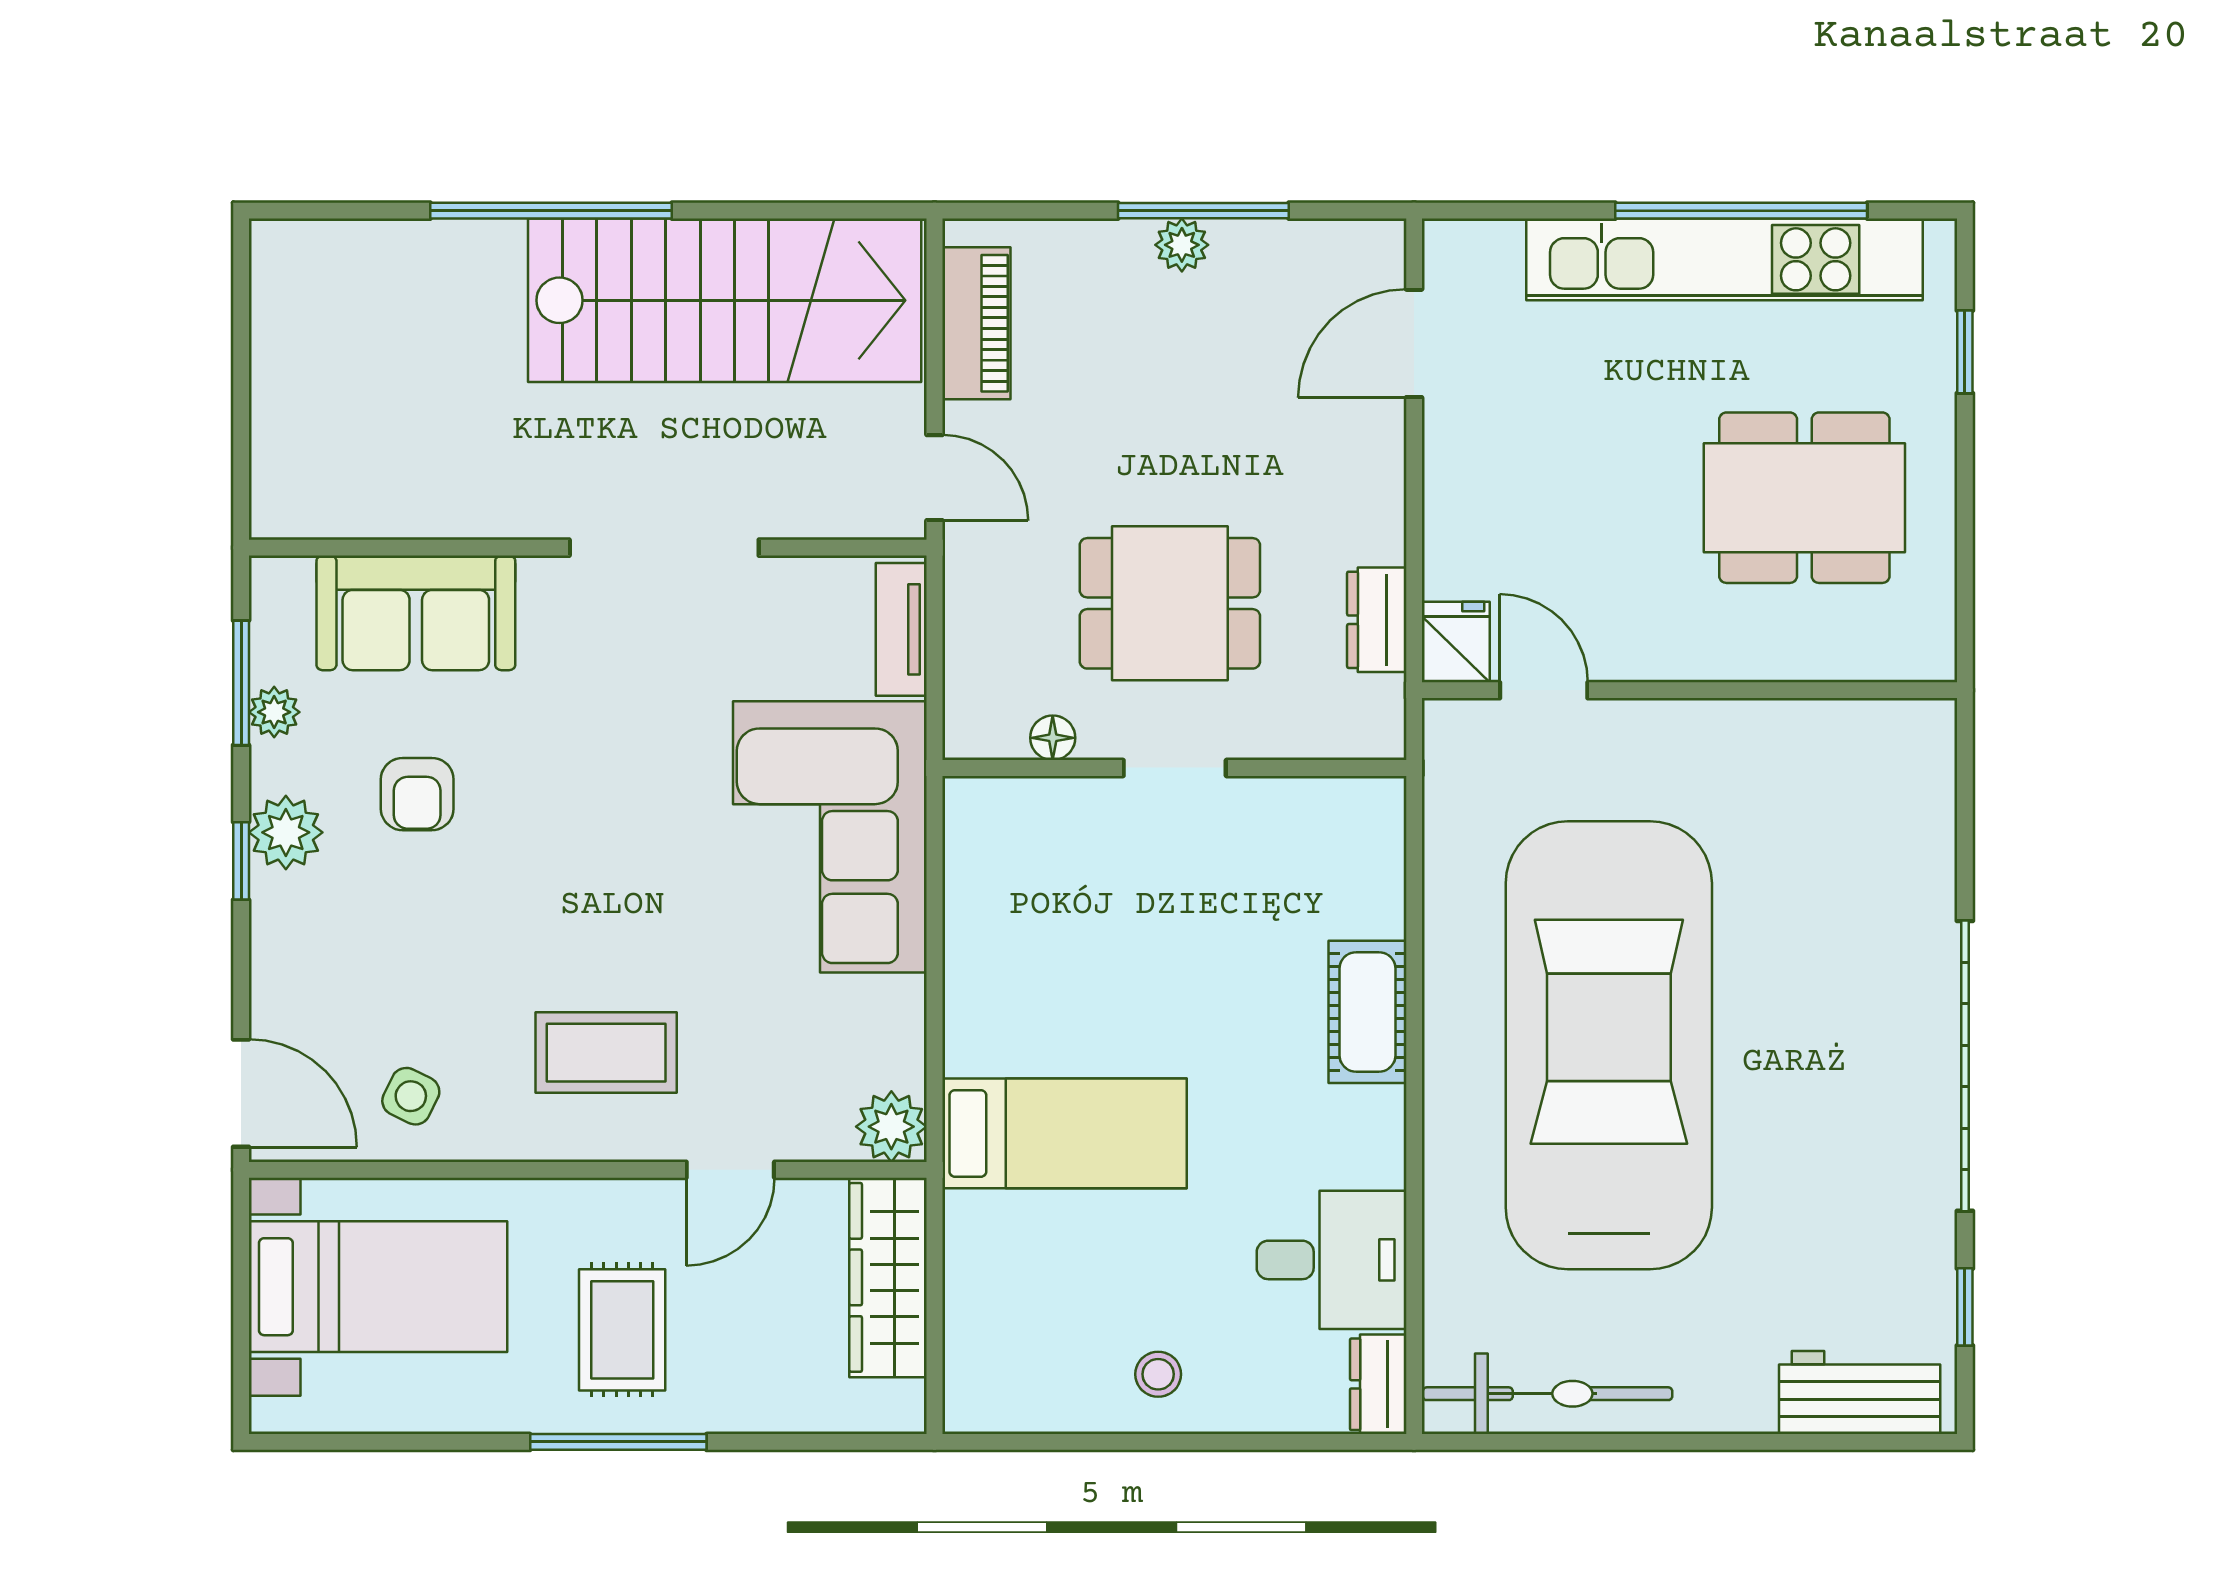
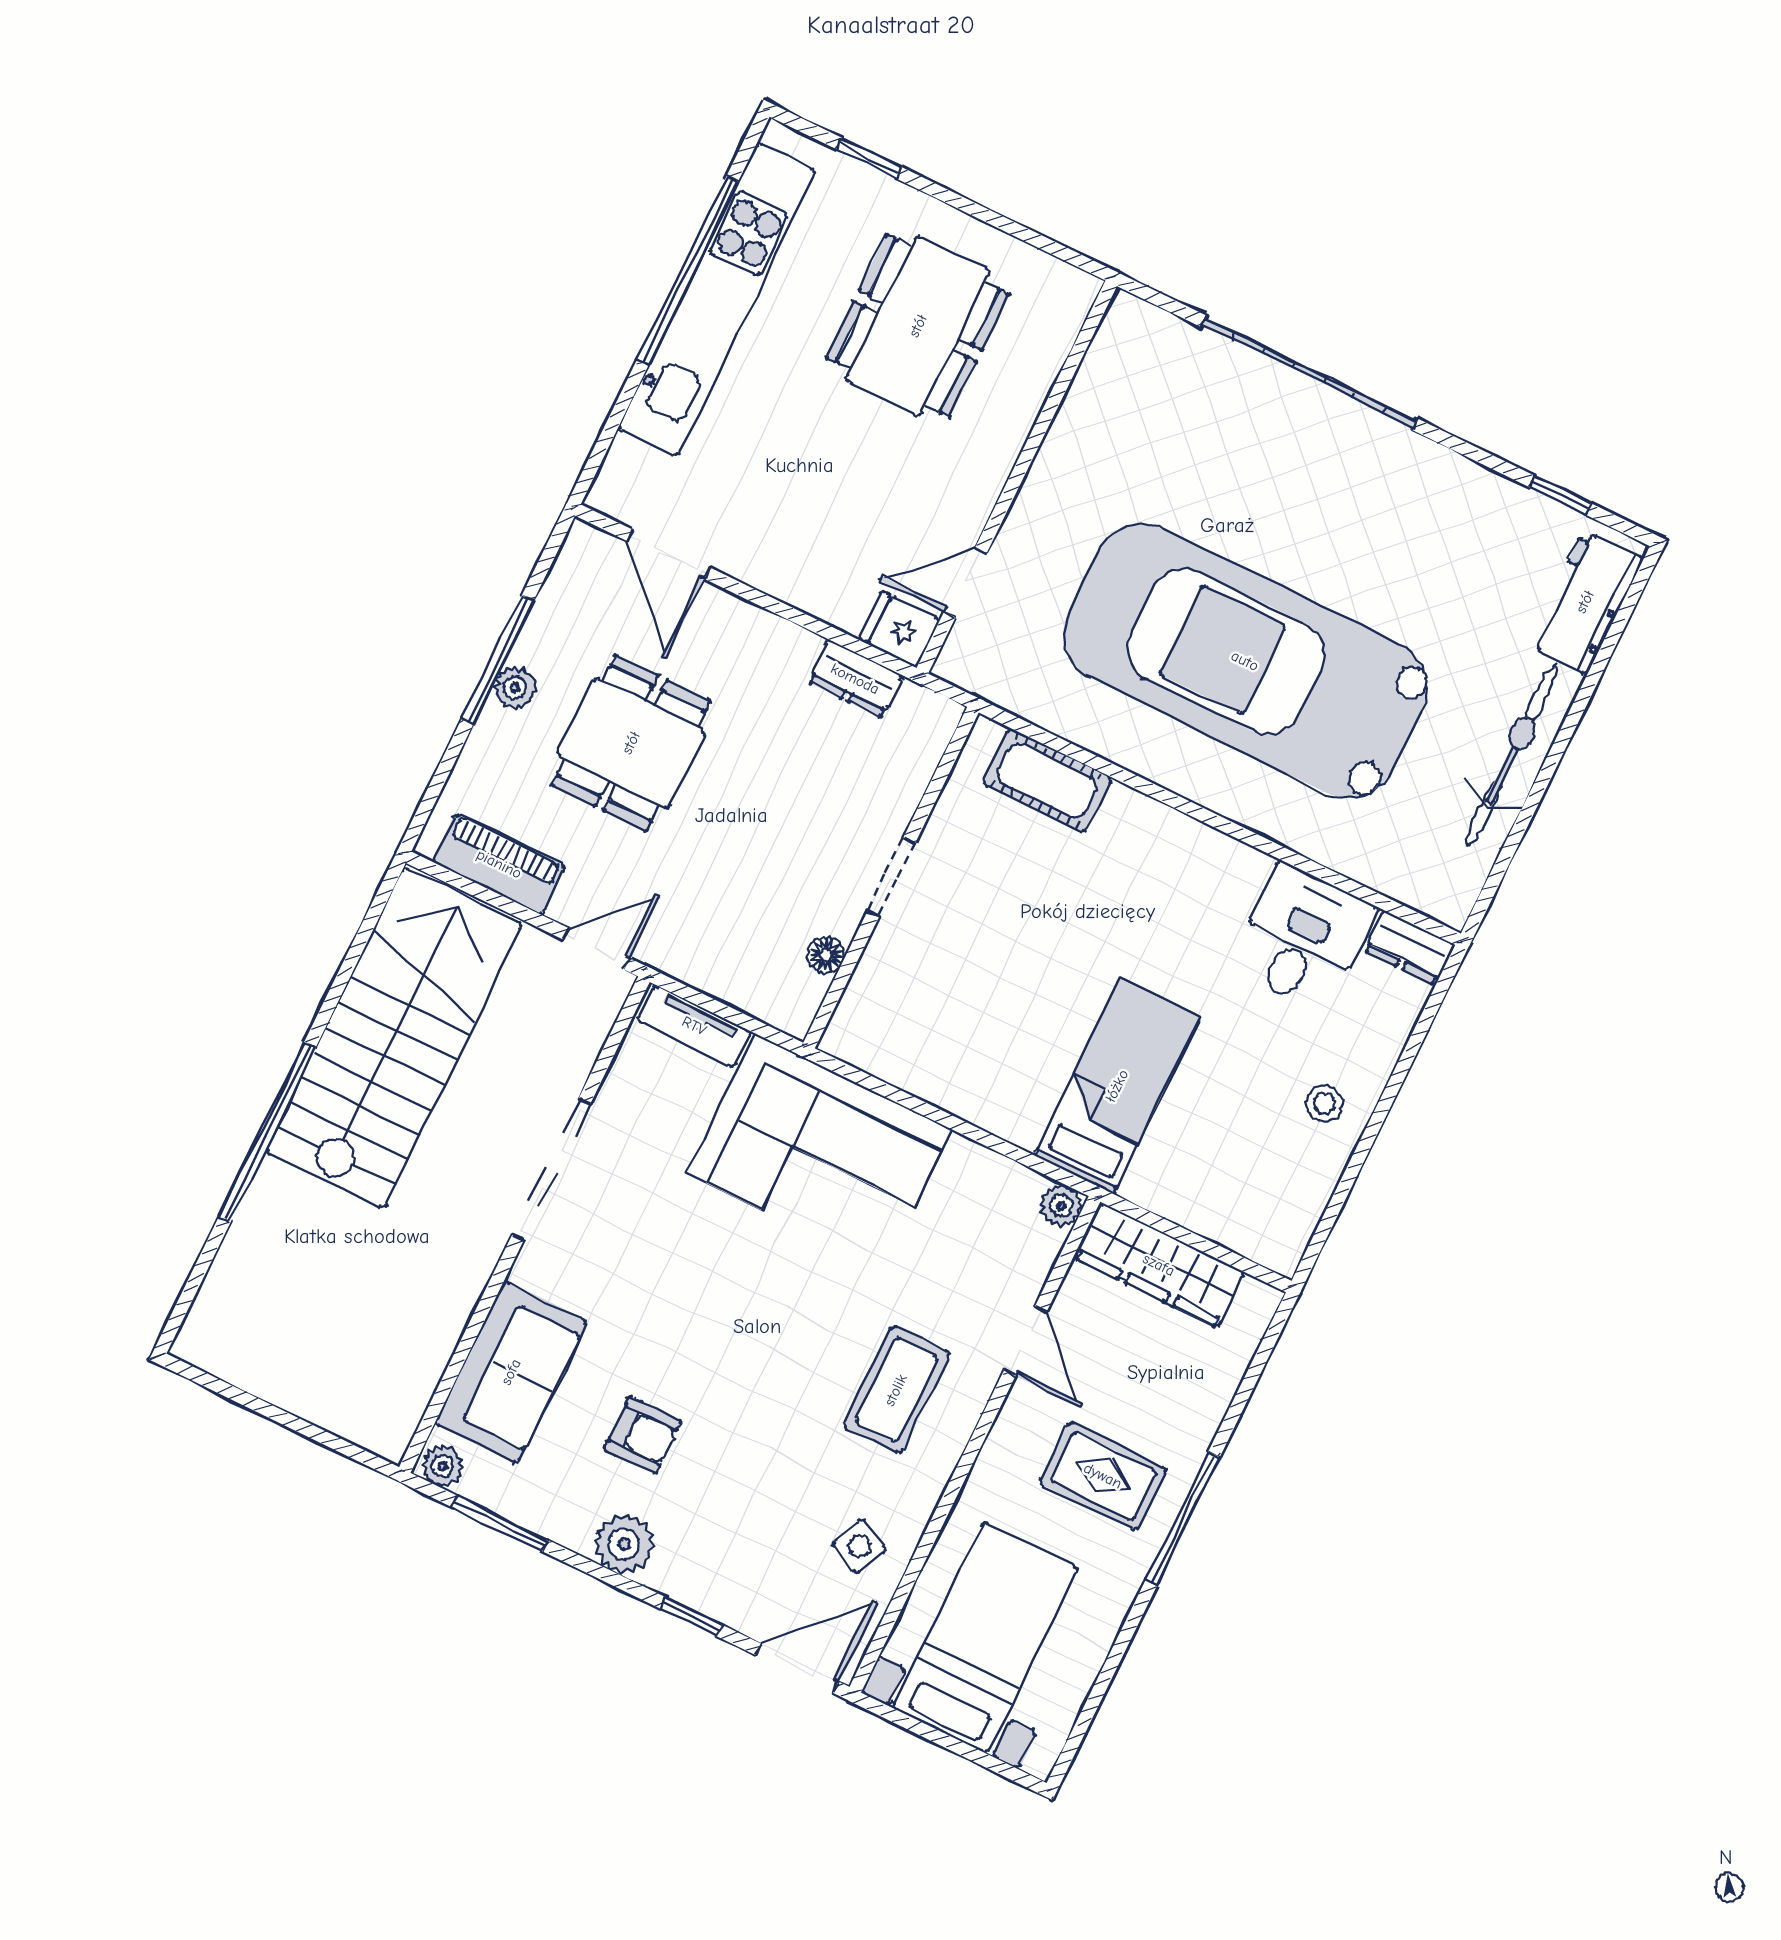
dining table: (1170, 603) -> (631, 743), moved
plant: (274, 712) -> (443, 1466), moved
window: (241, 861) -> (691, 1617), moved
cot: (1368, 1012) -> (1047, 781), moved
garage door: (1965, 1066) -> (1309, 373), moved
plant: (891, 1127) -> (1061, 1206), width x0.73, depth x0.73
bicycle: (1547, 1394) -> (1512, 755), moved

